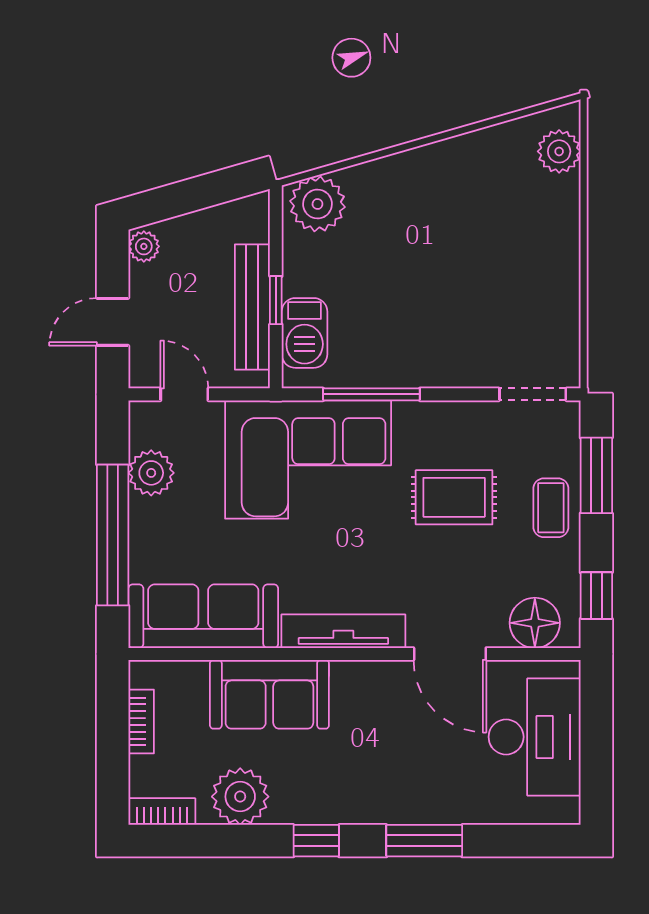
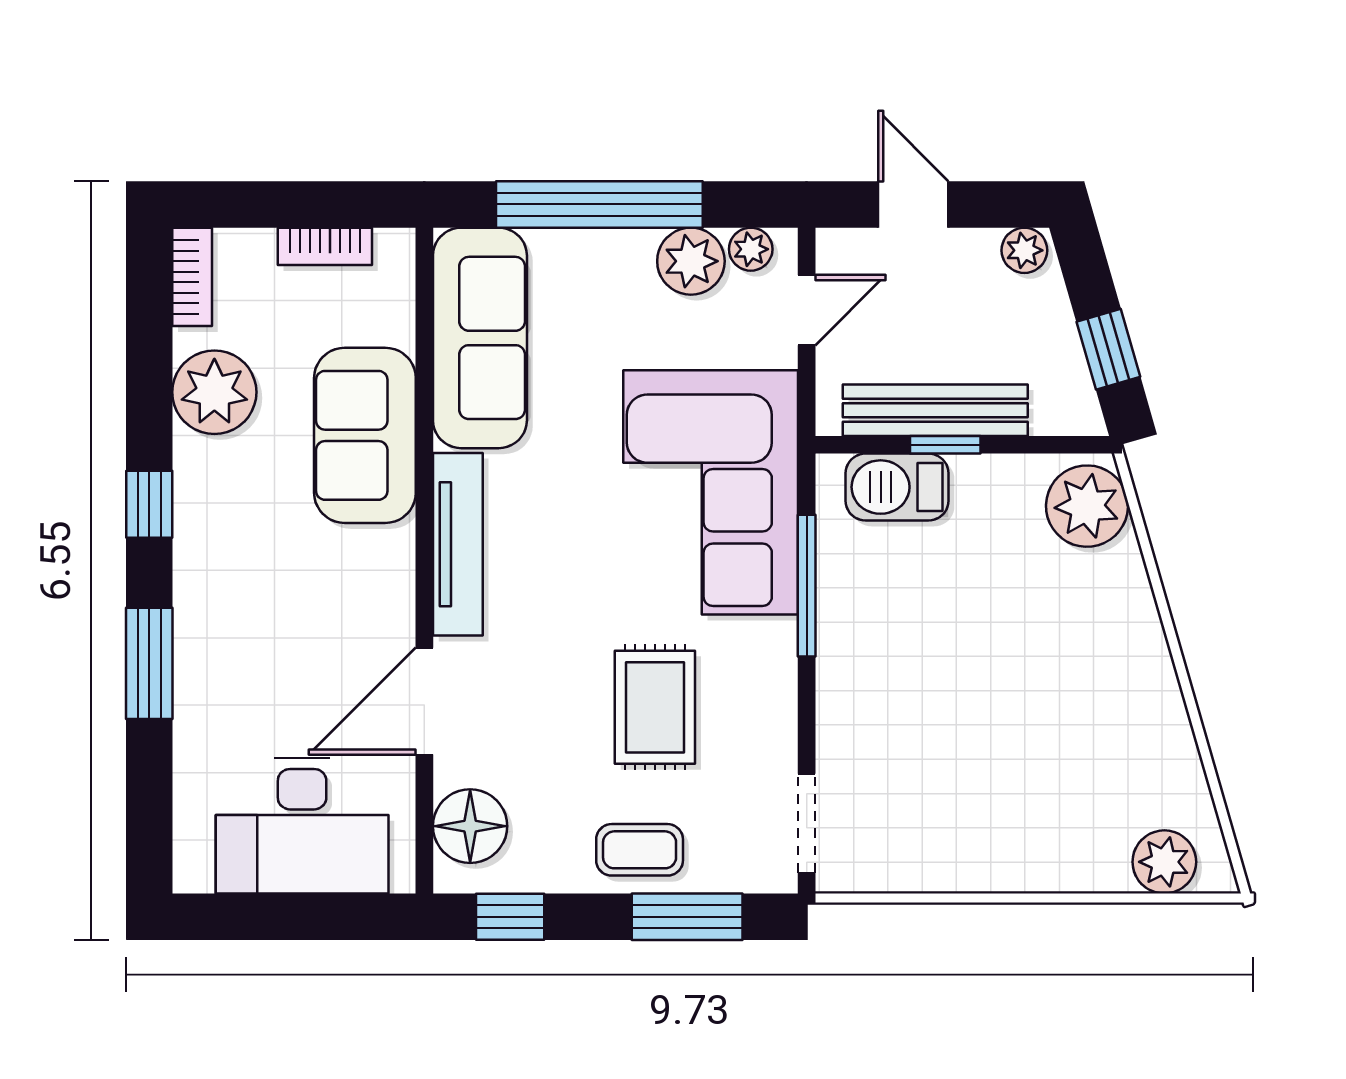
window: (211, 189) -> (1108, 349), added
plant: (143, 432) -> (751, 249), added

